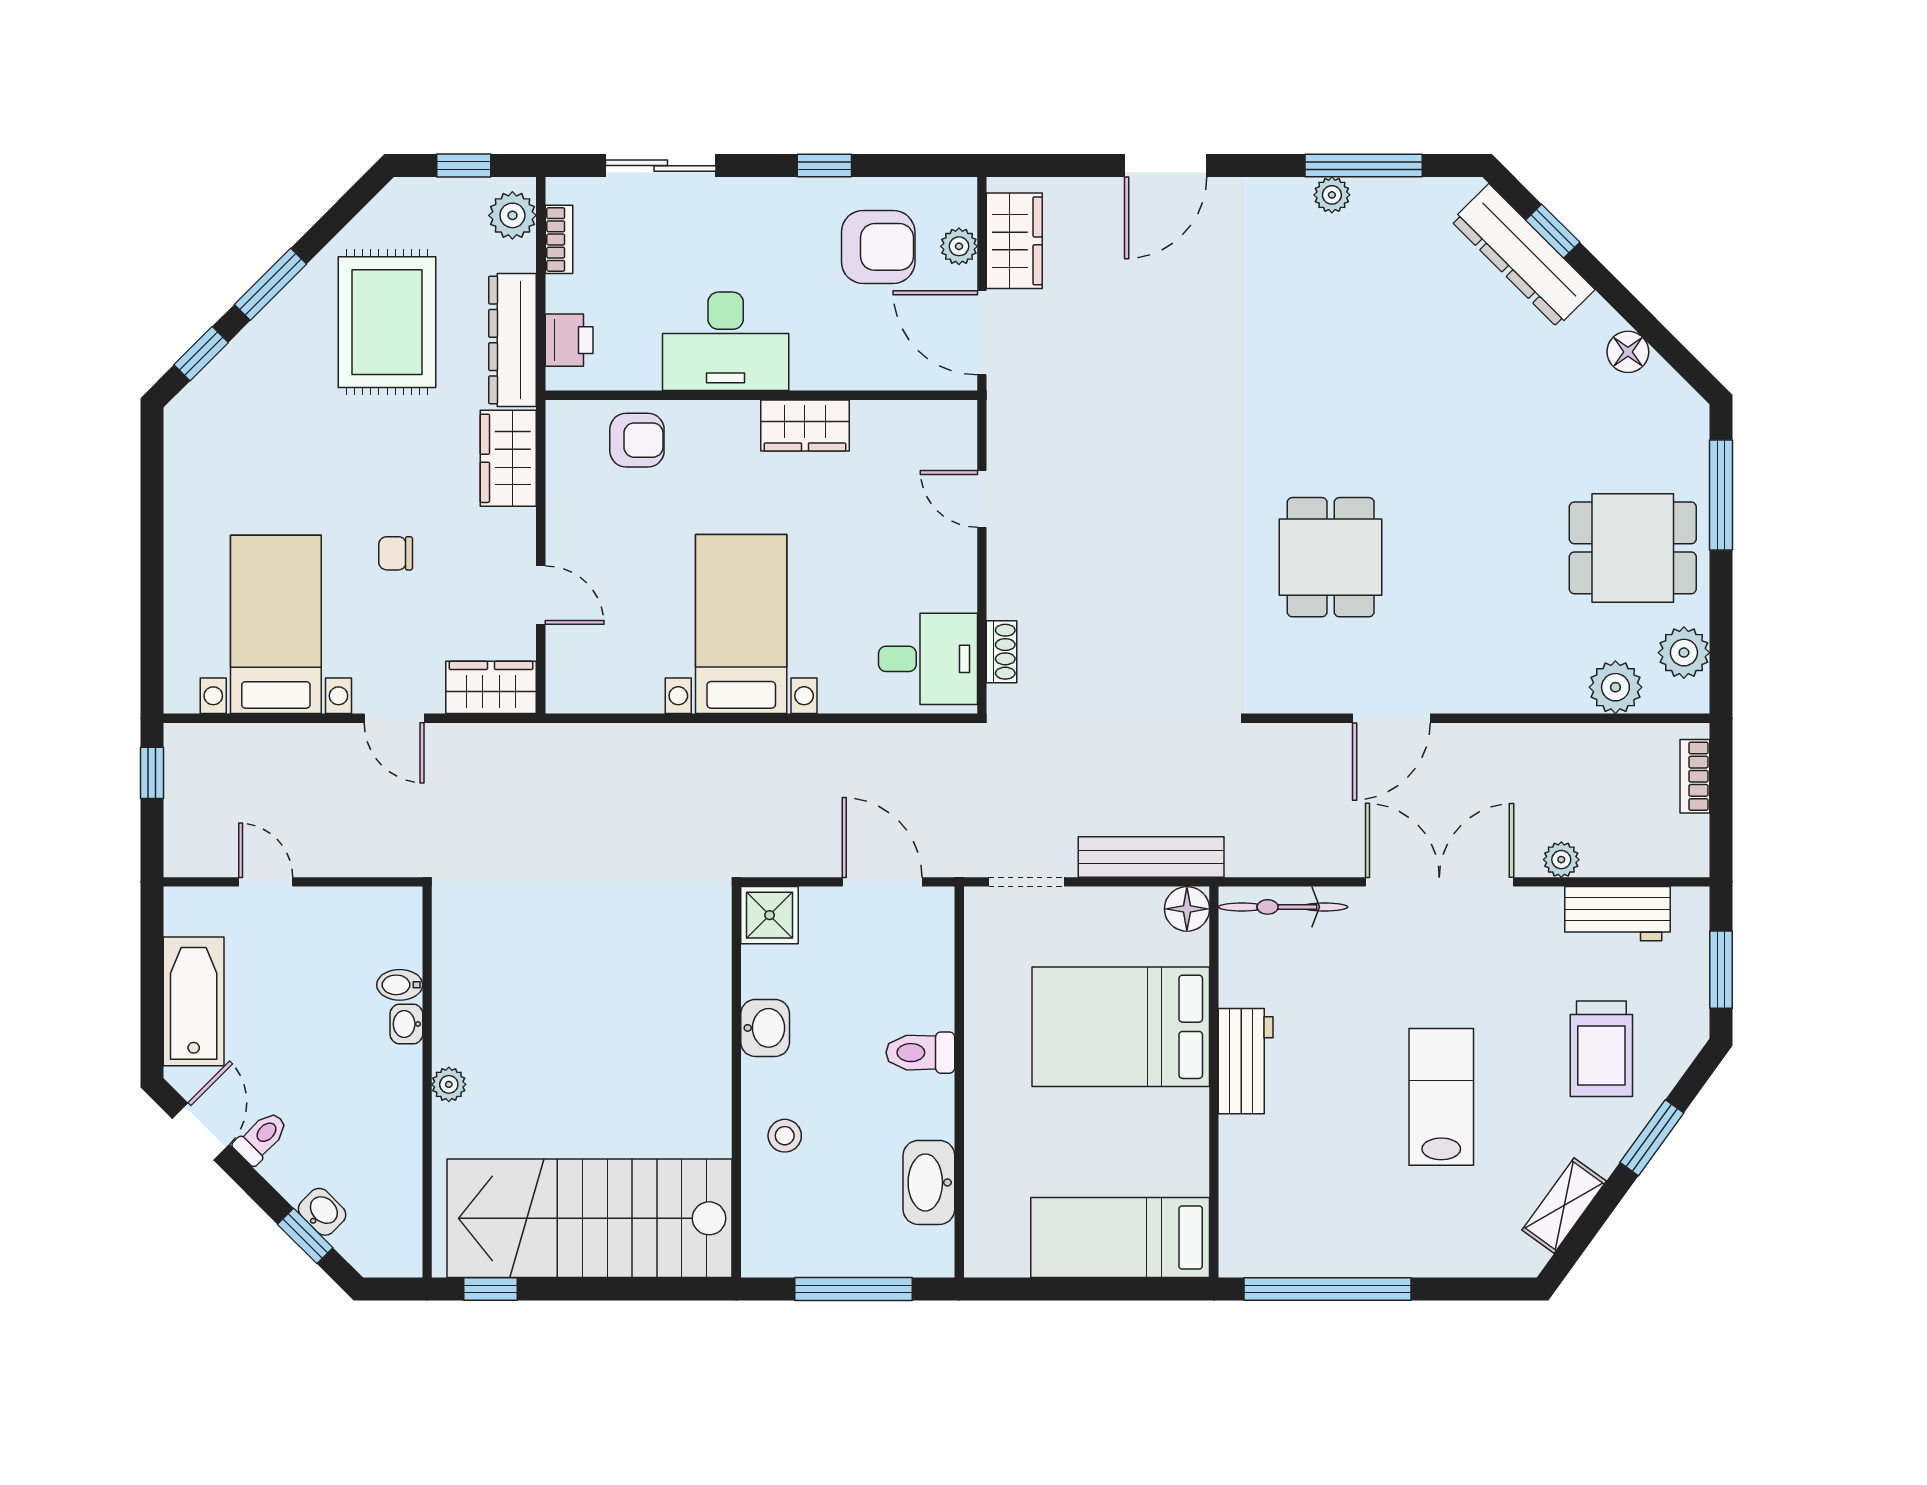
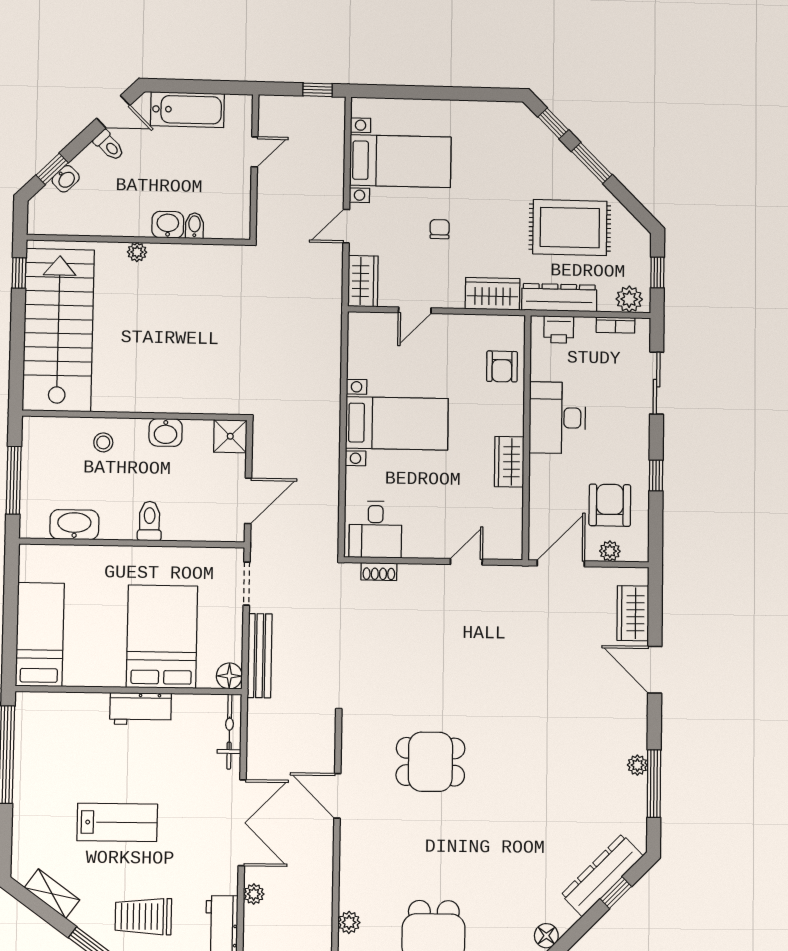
wardrobe: (1014, 241) -> (633, 613), moved, turned 90
armchair: (878, 247) -> (610, 505), turned 180
plant: (1615, 687) -> (349, 922), width x0.73, depth x0.73
washbasin: (406, 1024) -> (168, 225), width x1.38, depth x1.45

